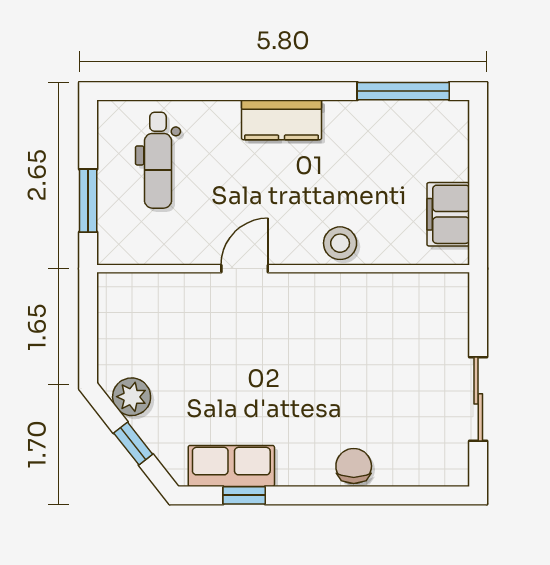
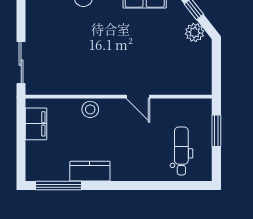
kitchen counter: (282, 120) -> (90, 171), moved
door: (245, 269) -> (138, 97), hinge flipped
sliding door: (478, 399) -> (21, 63), moved

